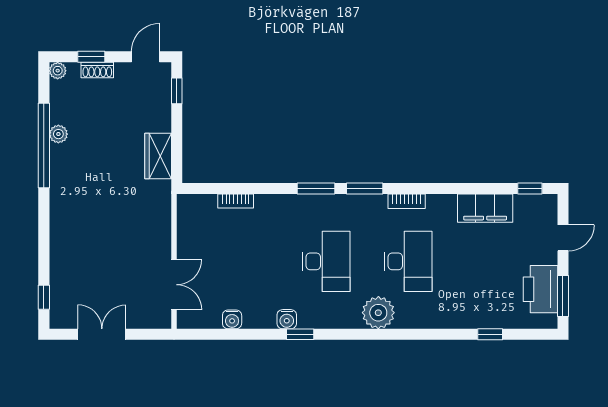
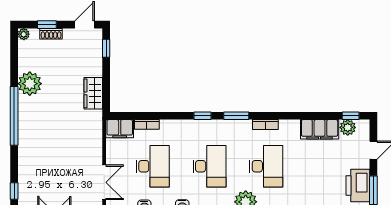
plant: (58, 134) -> (30, 84), width x1.88, depth x1.88
window: (44, 146) -> (14, 116), moved
window: (316, 188) -> (203, 116), width x0.67
plant: (526, 205) -> (348, 127), added
filing cabinet: (196, 207) -> (120, 129), added
desk: (244, 261) -> (153, 166), added

